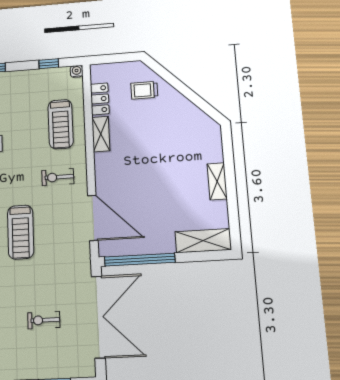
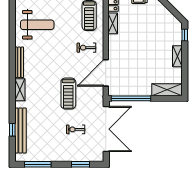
window: (227, 145) -> (185, 35), added
door: (93, 218) -> (106, 73), swing flipped
treadmill: (21, 232) -> (68, 93), moved

